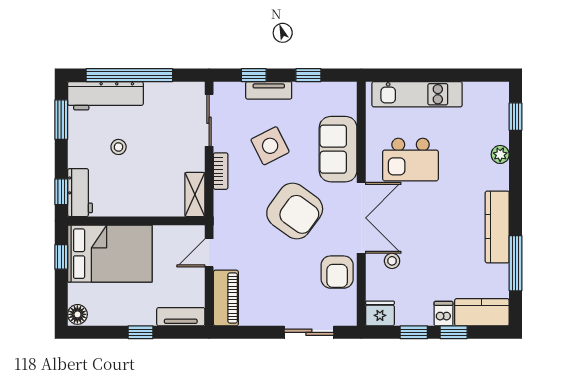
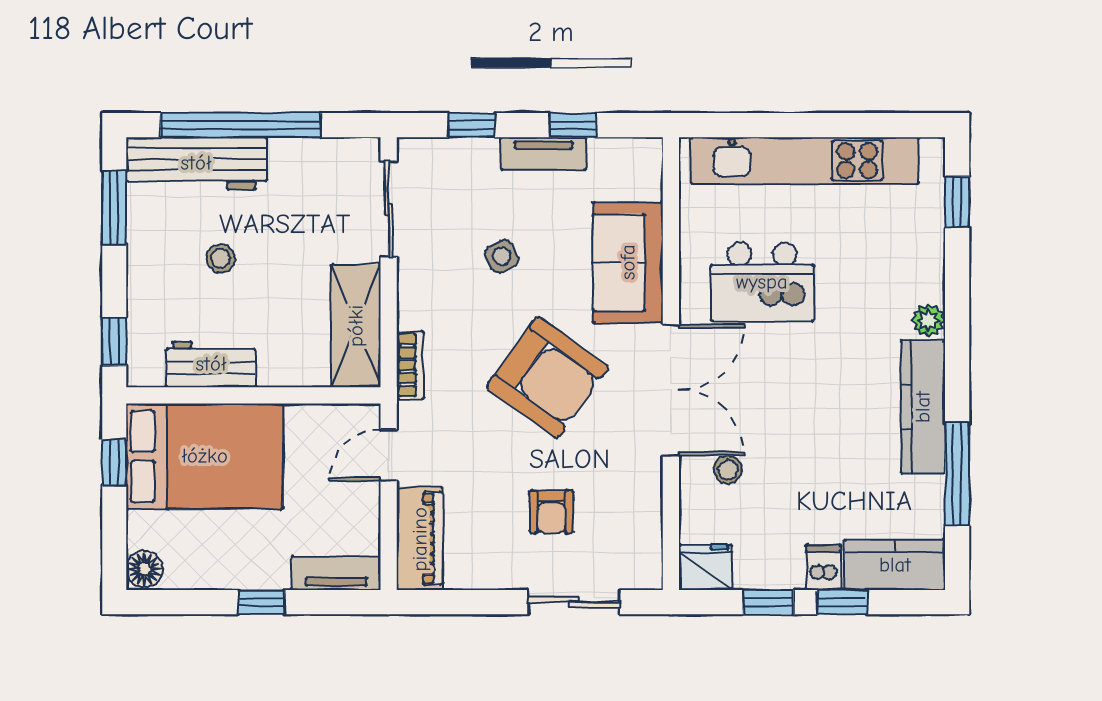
tv unit: (269, 90) -> (544, 153), moved
kitchen unit: (417, 94) -> (805, 161), width x1.36
side table: (270, 146) -> (502, 256), width x0.54, depth x0.54
plant: (500, 154) -> (929, 320), moved
bookcase: (221, 171) -> (410, 365), moved
workbench: (80, 193) -> (211, 364), moved, turned -90
shelving: (195, 194) -> (356, 326), width x1.50, depth x1.33
armchair: (337, 272) -> (552, 512), moved, width x0.72, depth x0.72

